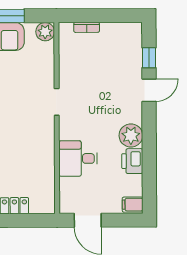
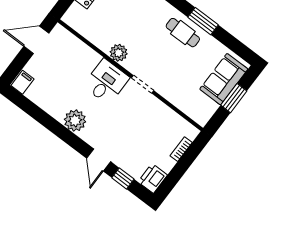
plant: (45, 32) -> (119, 53), moved
desk: (78, 158) -> (106, 82), moved
printer: (132, 161) -> (153, 178), moved, turned -90

